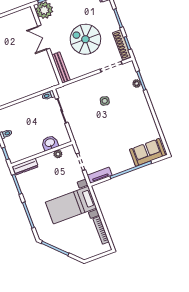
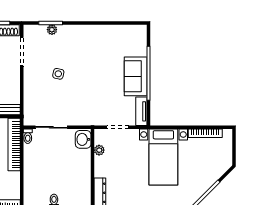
bookcase: (38, 87) -> (14, 145), added
washbasin: (50, 143) -> (83, 139), moved
sofa: (148, 152) -> (136, 76), moved

